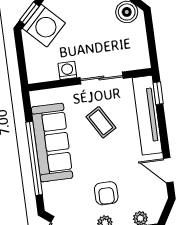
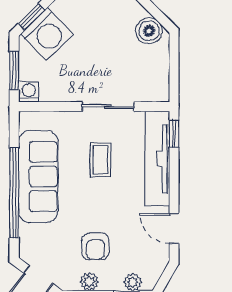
window: (21, 59) -> (14, 71), added
washing machine: (67, 70) -> (29, 92), moved
coffee table: (101, 122) -> (100, 160), turned 31

